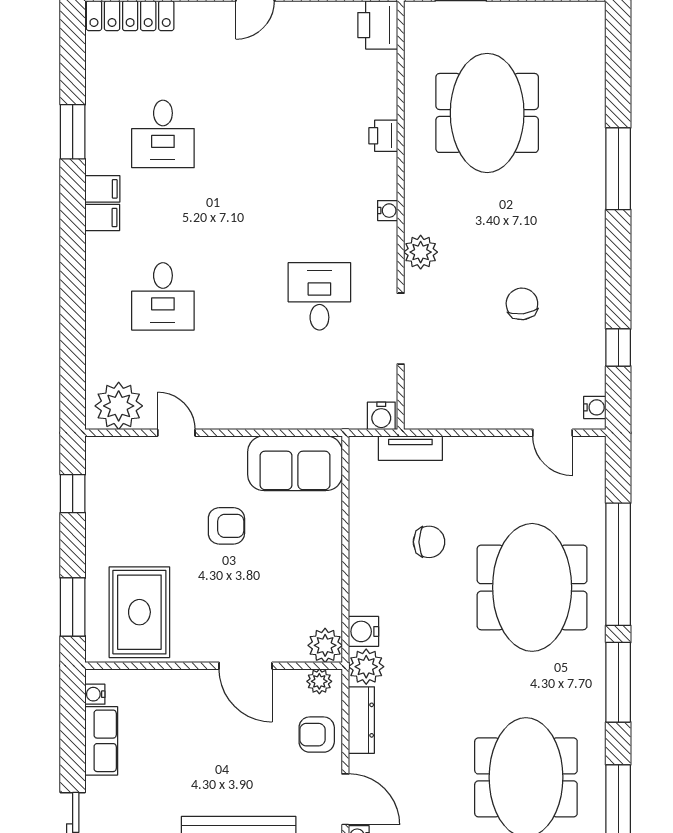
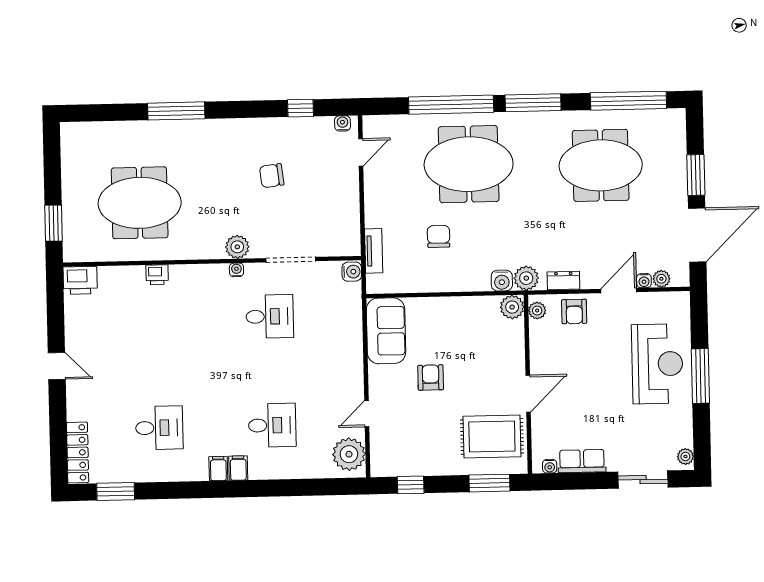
window: (73, 132) -> (116, 492), moved
filing cabinet: (102, 189) -> (238, 468), moved
water cooler: (388, 211) -> (236, 270), moved
desk: (319, 296) -> (270, 316), turned 180
door: (246, 666) -> (528, 394), moved
dresser: (361, 720) -> (563, 281), width x0.70

